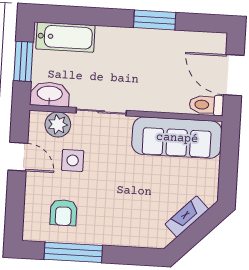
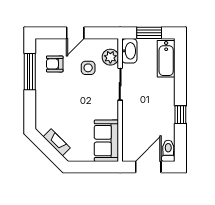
window: (155, 20) -> (180, 115), width x0.67
toilet: (206, 105) -> (168, 151), moved
sofa: (177, 138) -> (106, 141), width x0.73
door: (18, 157) -> (75, 33), moved

